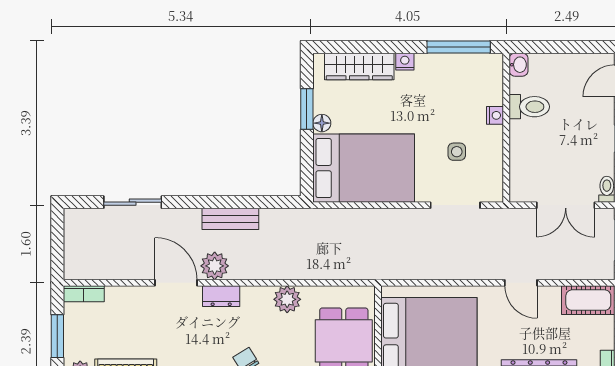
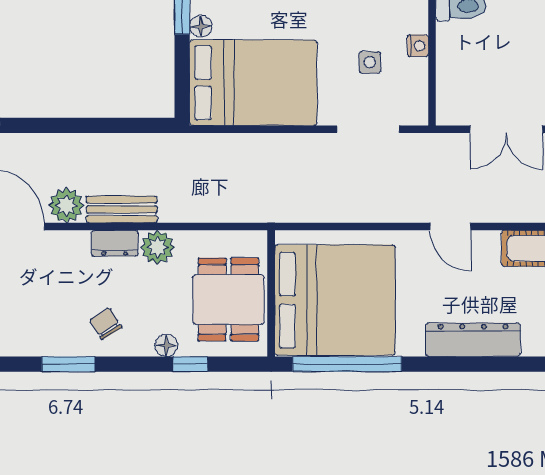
nightstand: (495, 115) -> (418, 46), moved
bench: (230, 219) -> (122, 209), moved
dresser: (221, 296) -> (115, 243), moved

